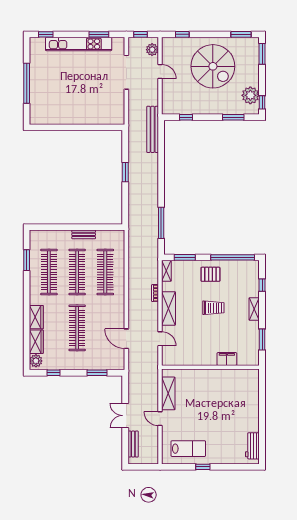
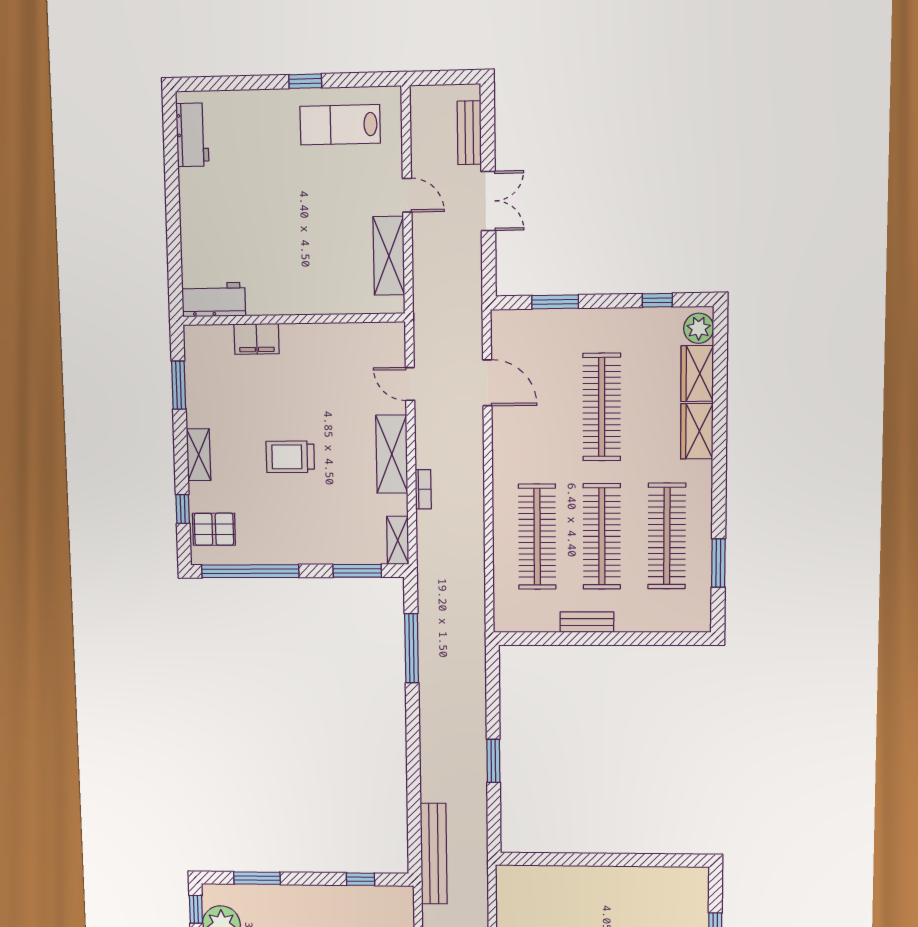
pallet: (210, 274) -> (214, 529), moved
workbench: (245, 376) -> (214, 300), added

